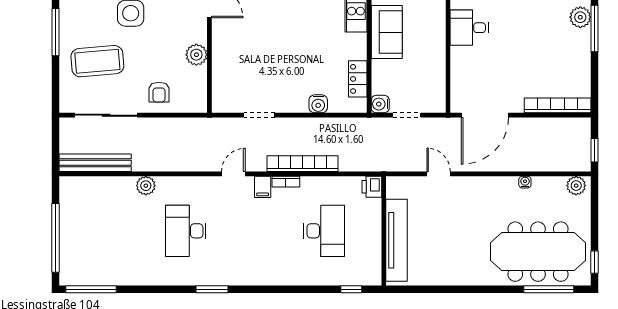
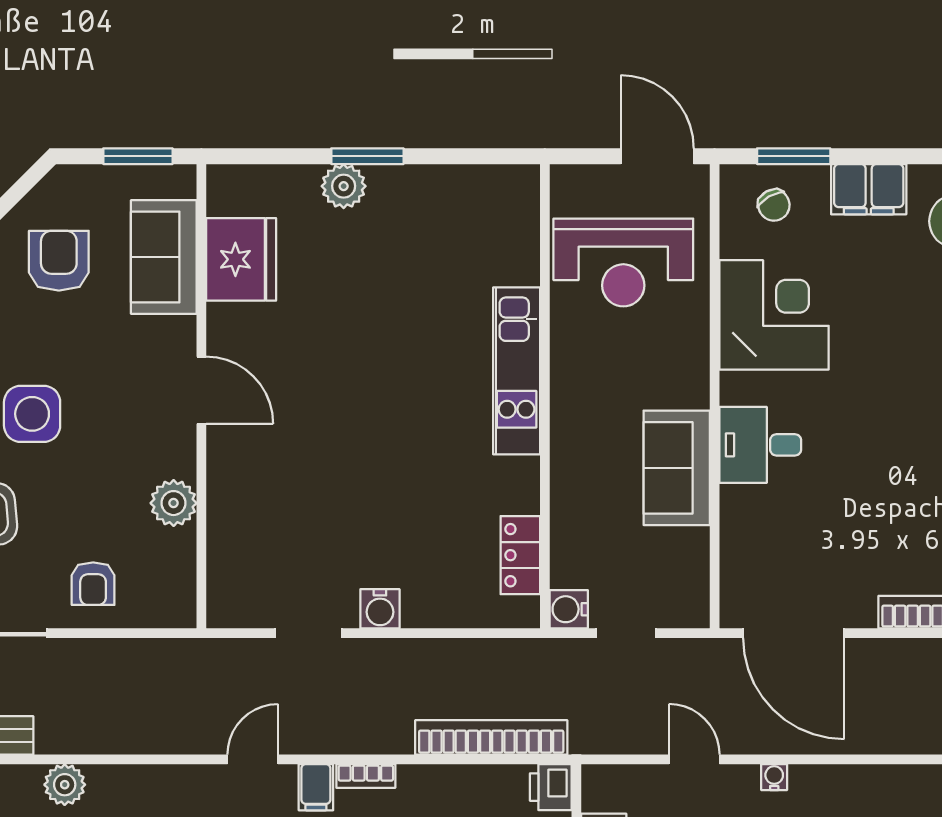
sofa: (387, 32) -> (677, 468), moved, turned 180
water cooler: (318, 104) -> (380, 609), moved
door: (485, 115) -> (794, 633), hinge flipped
bookcase: (303, 164) -> (491, 737), moved
water cooler: (525, 182) -> (774, 777), moved

